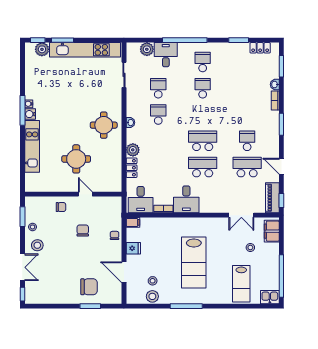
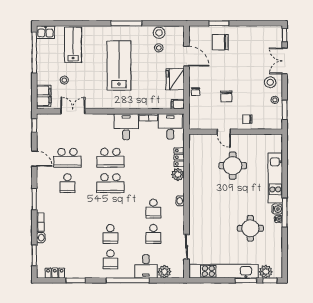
round table: (104, 125) -> (250, 228), moved
piano: (272, 198) -> (43, 128), removed
fridge: (133, 248) -> (175, 79), width x1.88, depth x1.34

